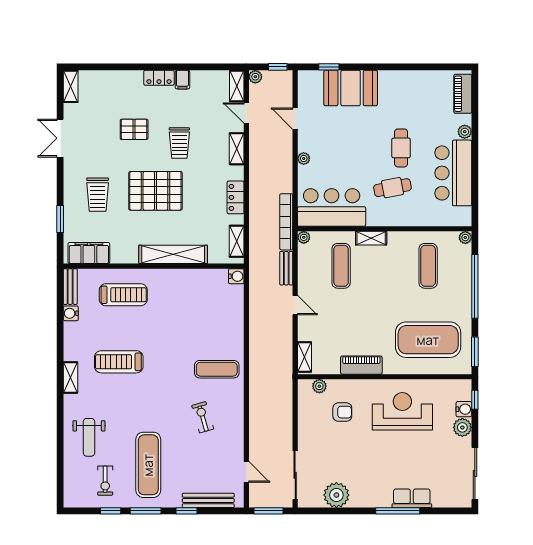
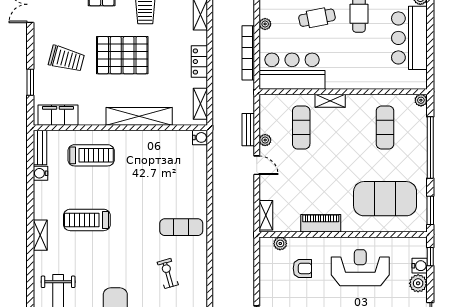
cafe table: (392, 188) -> (317, 18), moved
trolley: (98, 195) -> (66, 59), turned -75
bookcase: (286, 222) -> (248, 53), moved
plant: (304, 237) -> (265, 140), moved

